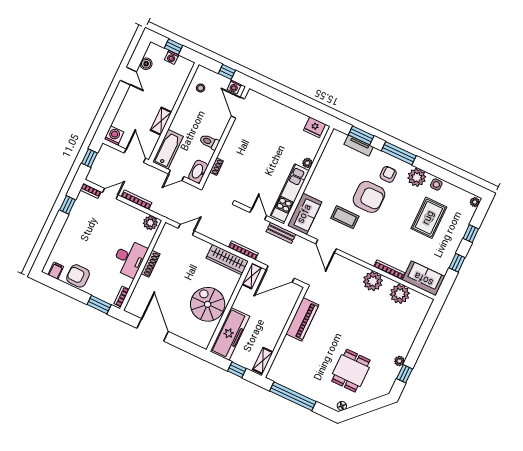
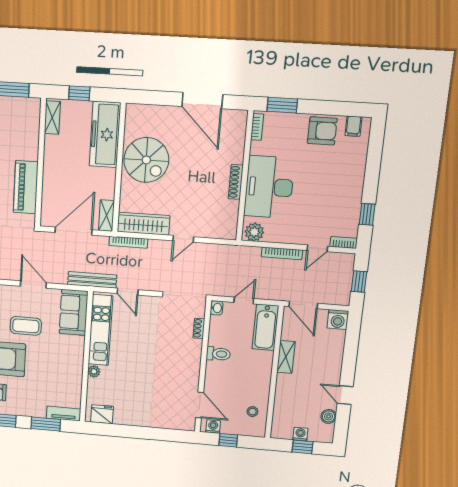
tv unit: (359, 146) -> (64, 414), moved
washbasin: (198, 172) -> (217, 308), width x0.52, depth x0.69
door: (186, 230) -> (183, 239), moved
bench: (281, 233) -> (92, 280), width x1.36
desk: (129, 258) -> (269, 187), width x1.36, depth x1.30

